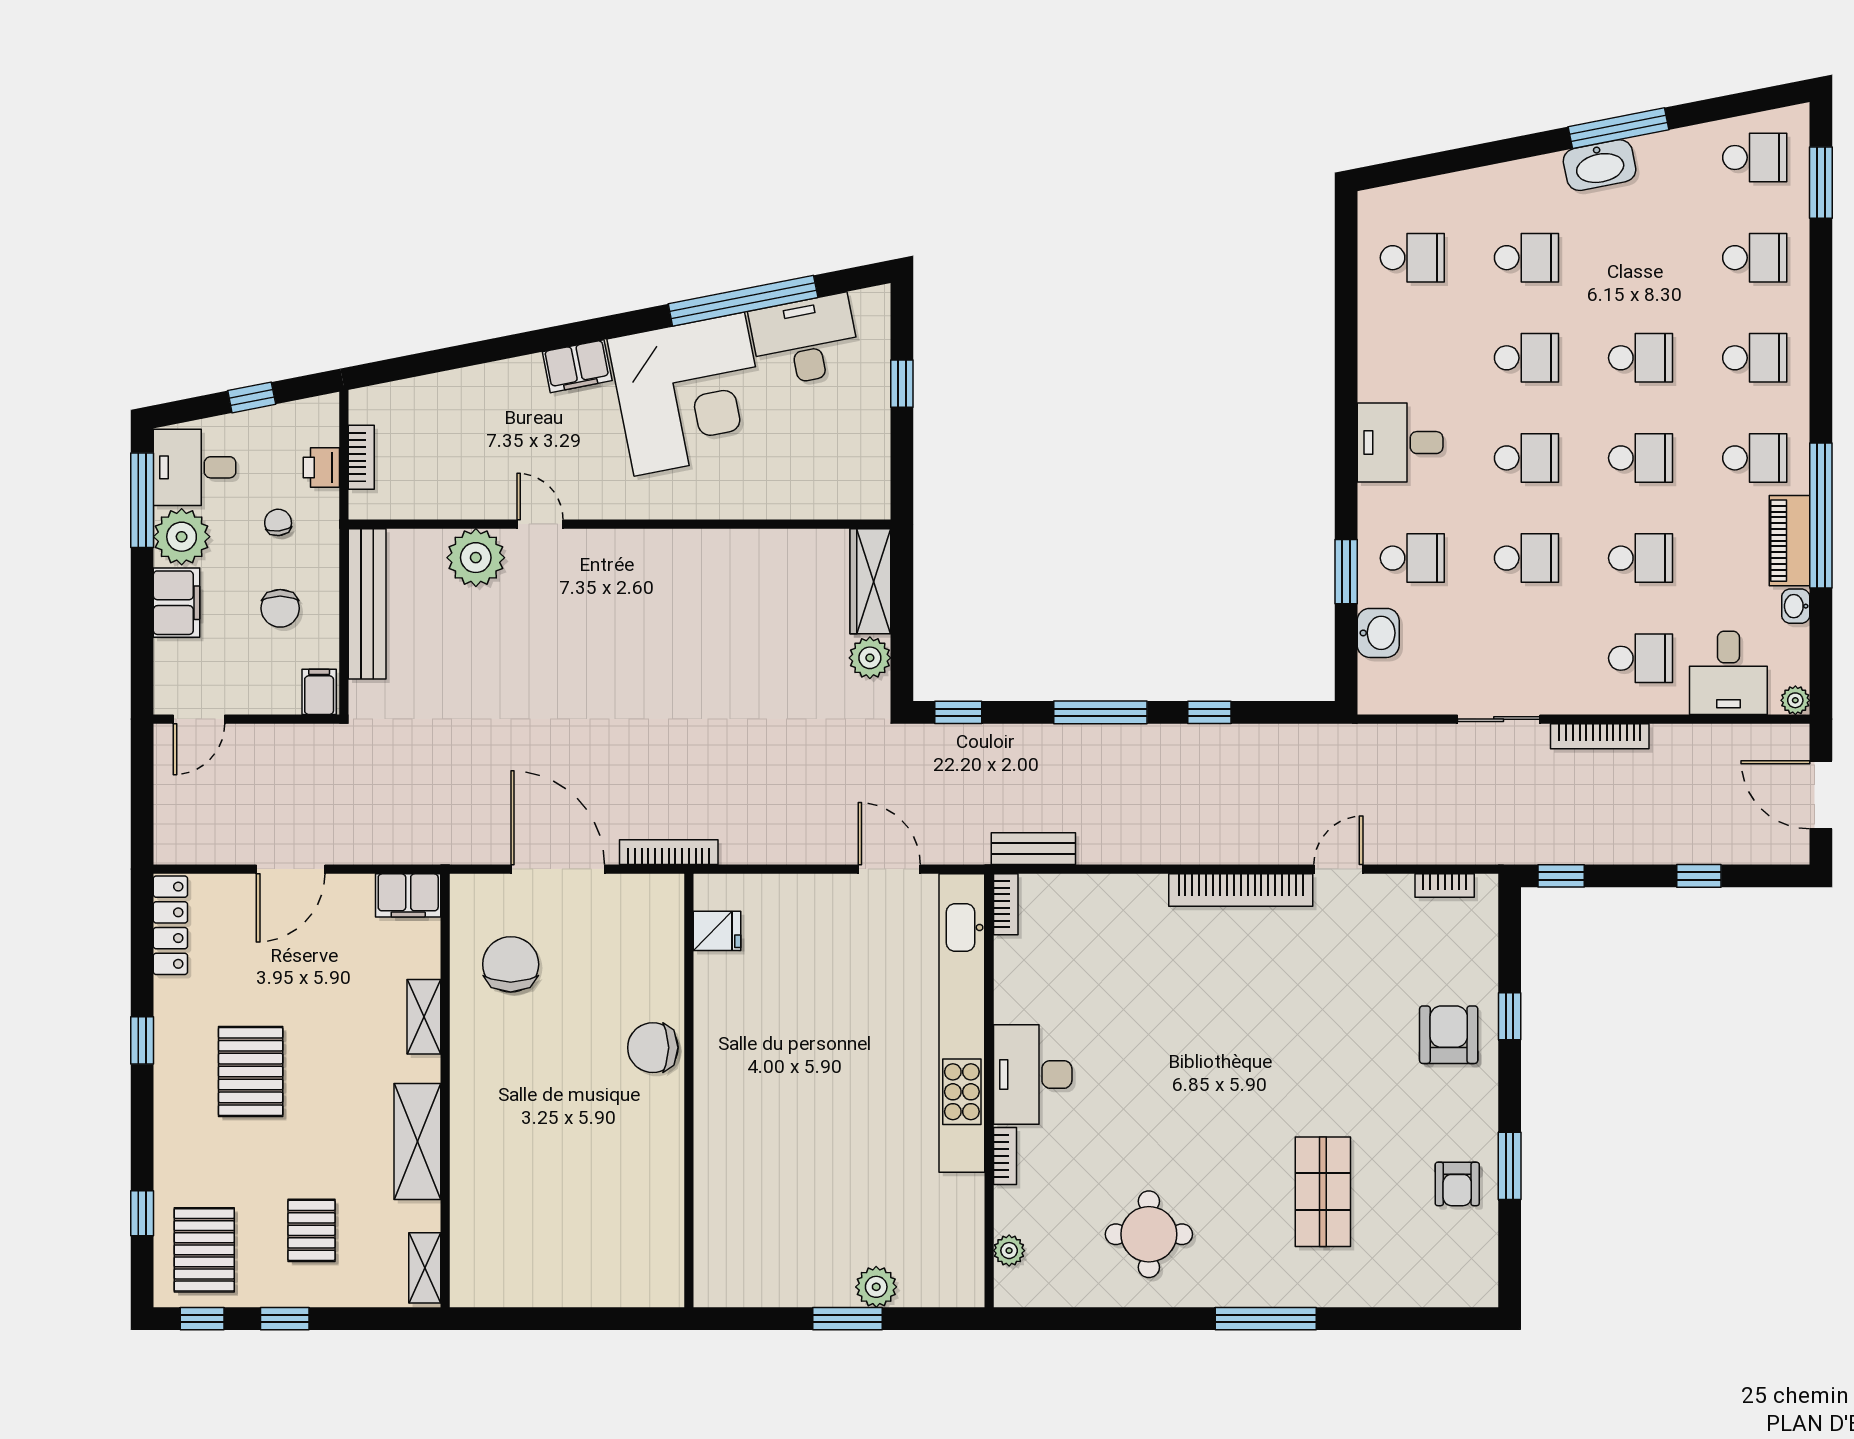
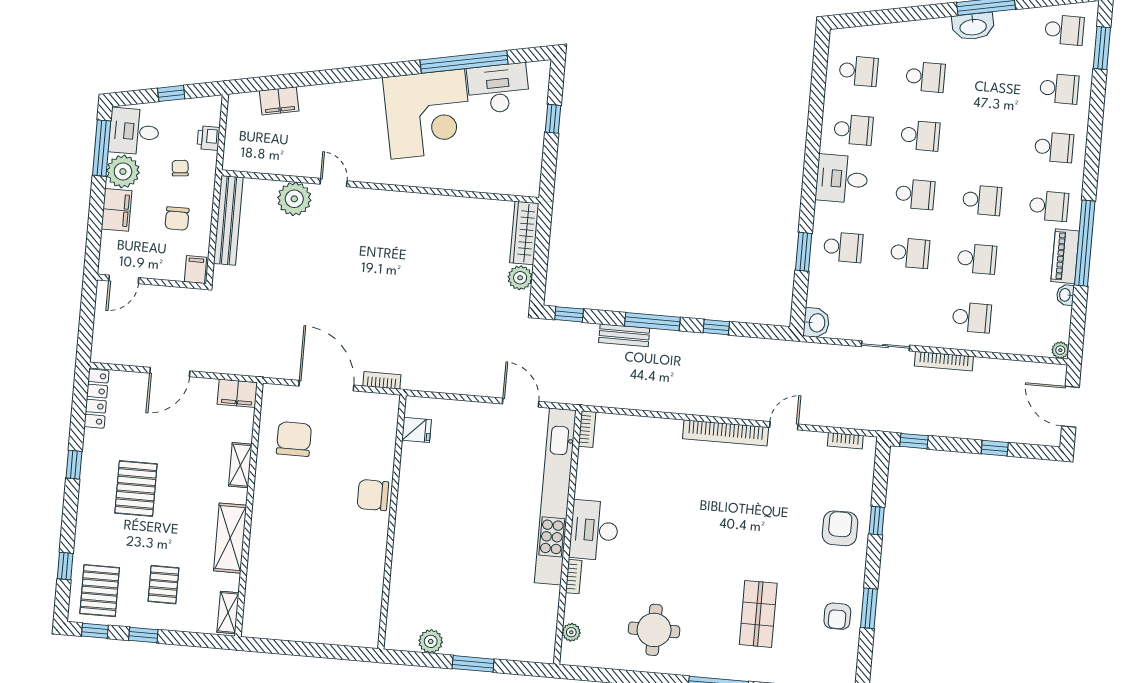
school desk: (1641, 358) -> (853, 130), moved
filing cabinet: (577, 366) -> (279, 101), moved
bookcase: (361, 457) -> (232, 134), removed
washbasin: (1378, 633) -> (816, 323), moved
desk: (1728, 673) -> (1023, 331), removed
bench: (1033, 849) -> (624, 335), moved
bookcase: (669, 852) -> (382, 380), width x0.64
plant: (876, 1287) -> (431, 641), moved

